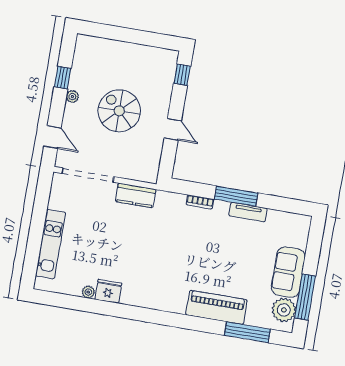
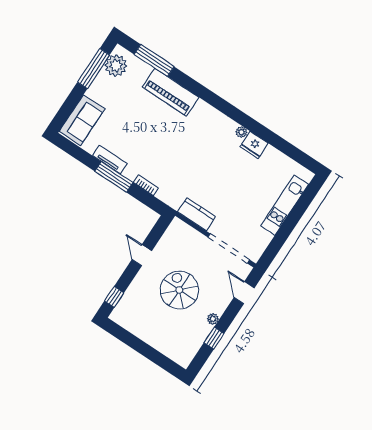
spiral stairs: (119, 111) -> (179, 290), turned 180
sofa: (288, 272) -> (82, 120), moved
plant: (88, 292) -> (241, 132), moved

